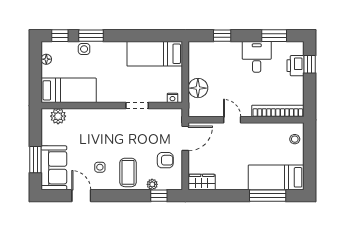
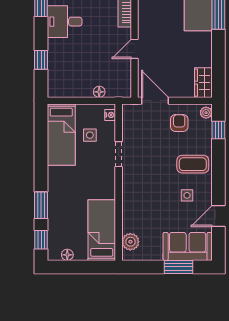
side table: (84, 49) -> (90, 135), moved
floor lamp: (198, 88) -> (99, 92), width x0.53, depth x0.53
plant: (152, 184) -> (206, 113), moved

